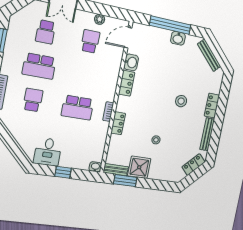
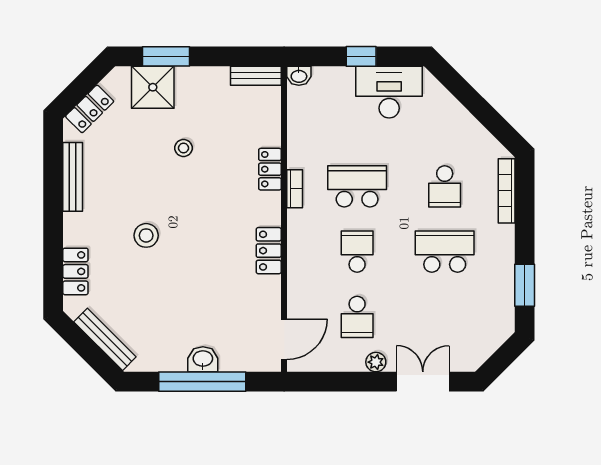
plant: (100, 19) -> (376, 362), moved
school desk: (46, 32) -> (357, 252), moved
washbasin: (178, 38) -> (203, 359), moved
washbasin: (131, 62) -> (268, 293), removed
locker: (212, 106) -> (75, 271), moved
desk: (48, 152) -> (389, 92), width x1.37
shower: (139, 167) -> (153, 87), moved
window: (125, 180) -> (166, 56), moved

